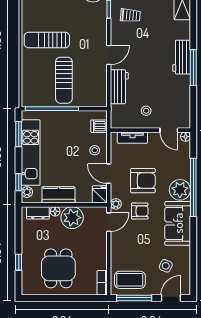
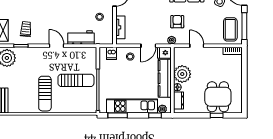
armchair: (143, 181) -> (154, 19), removed
kitchen counter: (58, 195) -> (165, 78), width x1.50
door: (109, 222) -> (197, 46), moved
dining table: (58, 268) -> (218, 97), moved, turned 90

